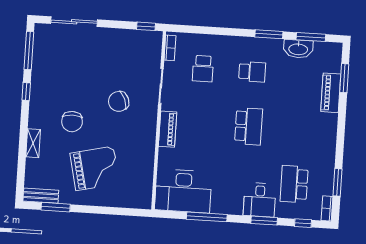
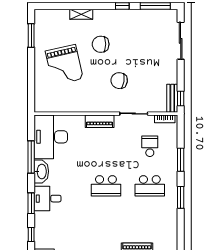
window: (311, 37) -> (181, 160), moved
washbasin: (298, 49) -> (41, 171), moved, turned 180
school desk: (203, 69) -> (150, 146), turned 90
school desk: (252, 72) -> (150, 186), width x1.85
chair: (119, 101) -> (119, 81), turned -60
school desk: (294, 184) -> (62, 225), removed
bench: (41, 196) -> (172, 98), moved

